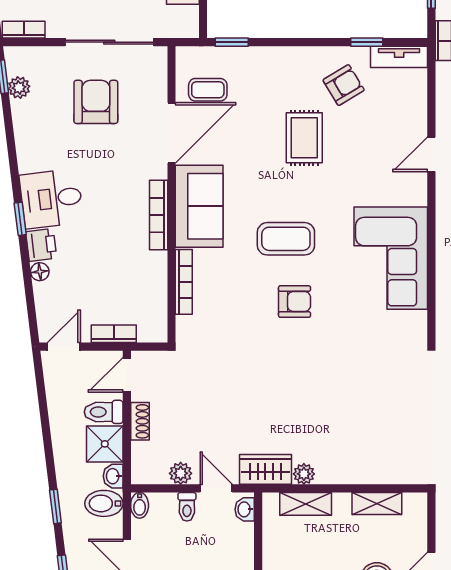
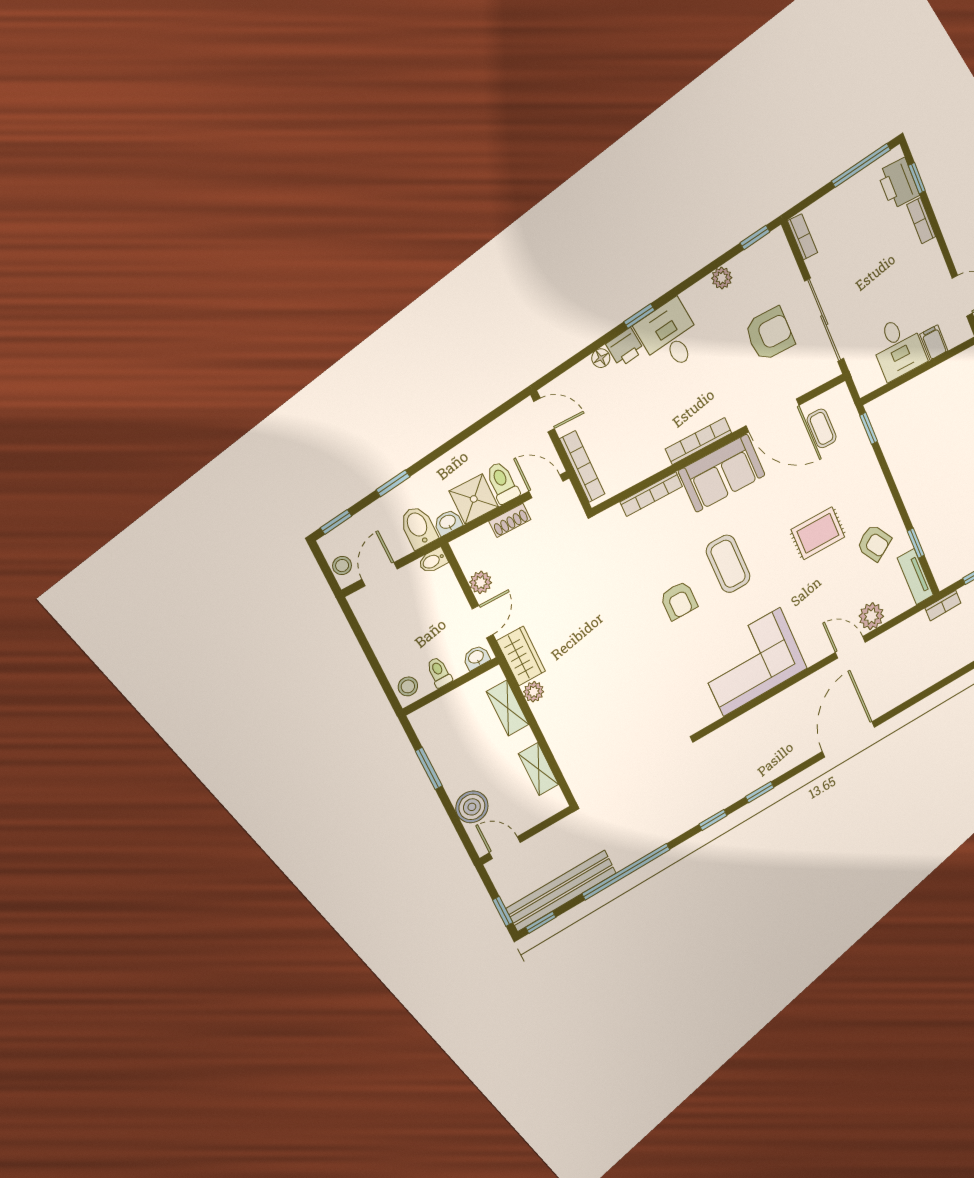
plant: (19, 88) -> (722, 278), moved
plant: (413, 119) -> (871, 616), added
bookcase: (114, 334) -> (582, 466), width x1.56
toilet: (187, 507) -> (439, 672), moved, turned 90

